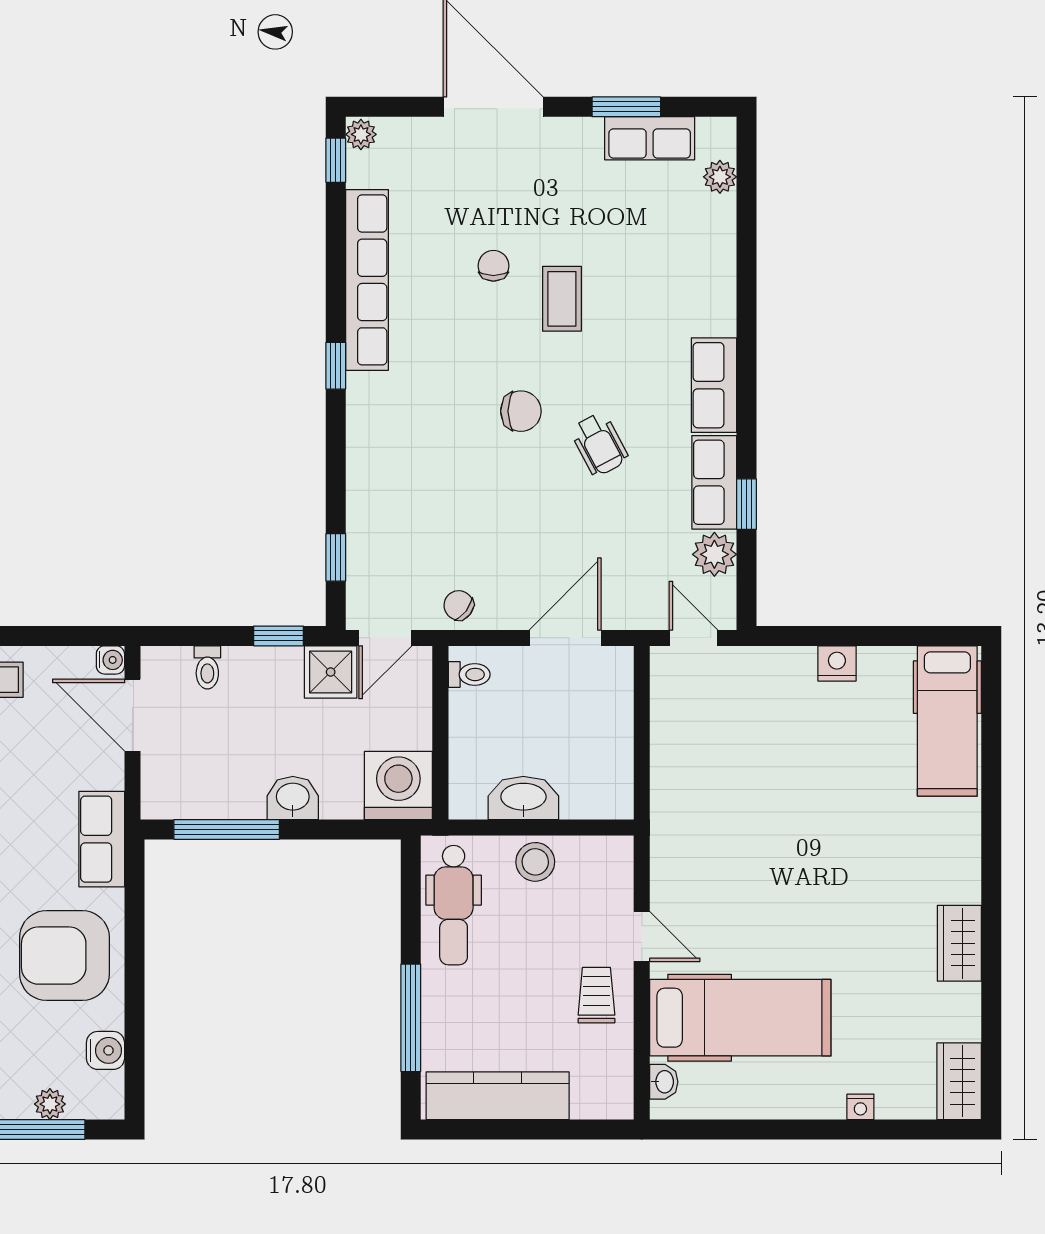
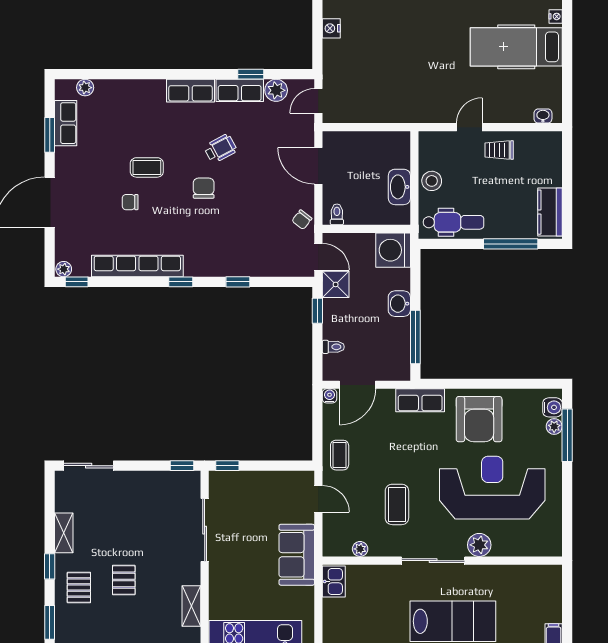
window: (336, 557) -> (238, 282), moved
hospital bed: (740, 1018) -> (516, 47), moved, turned -90
water cooler: (105, 1050) -> (552, 407), moved, turned 90
kitchen counter: (498, 1096) -> (550, 212), width x0.67

